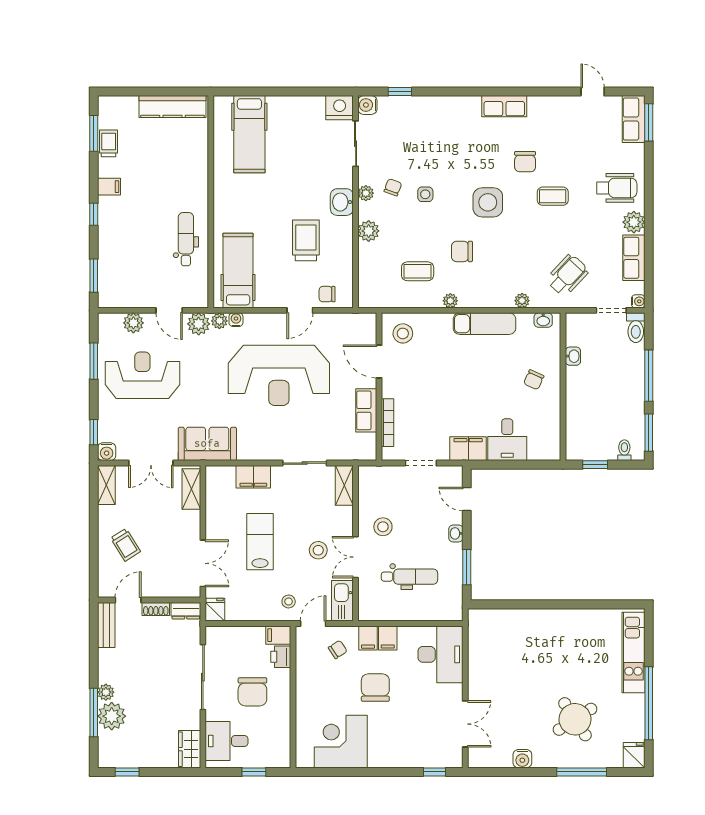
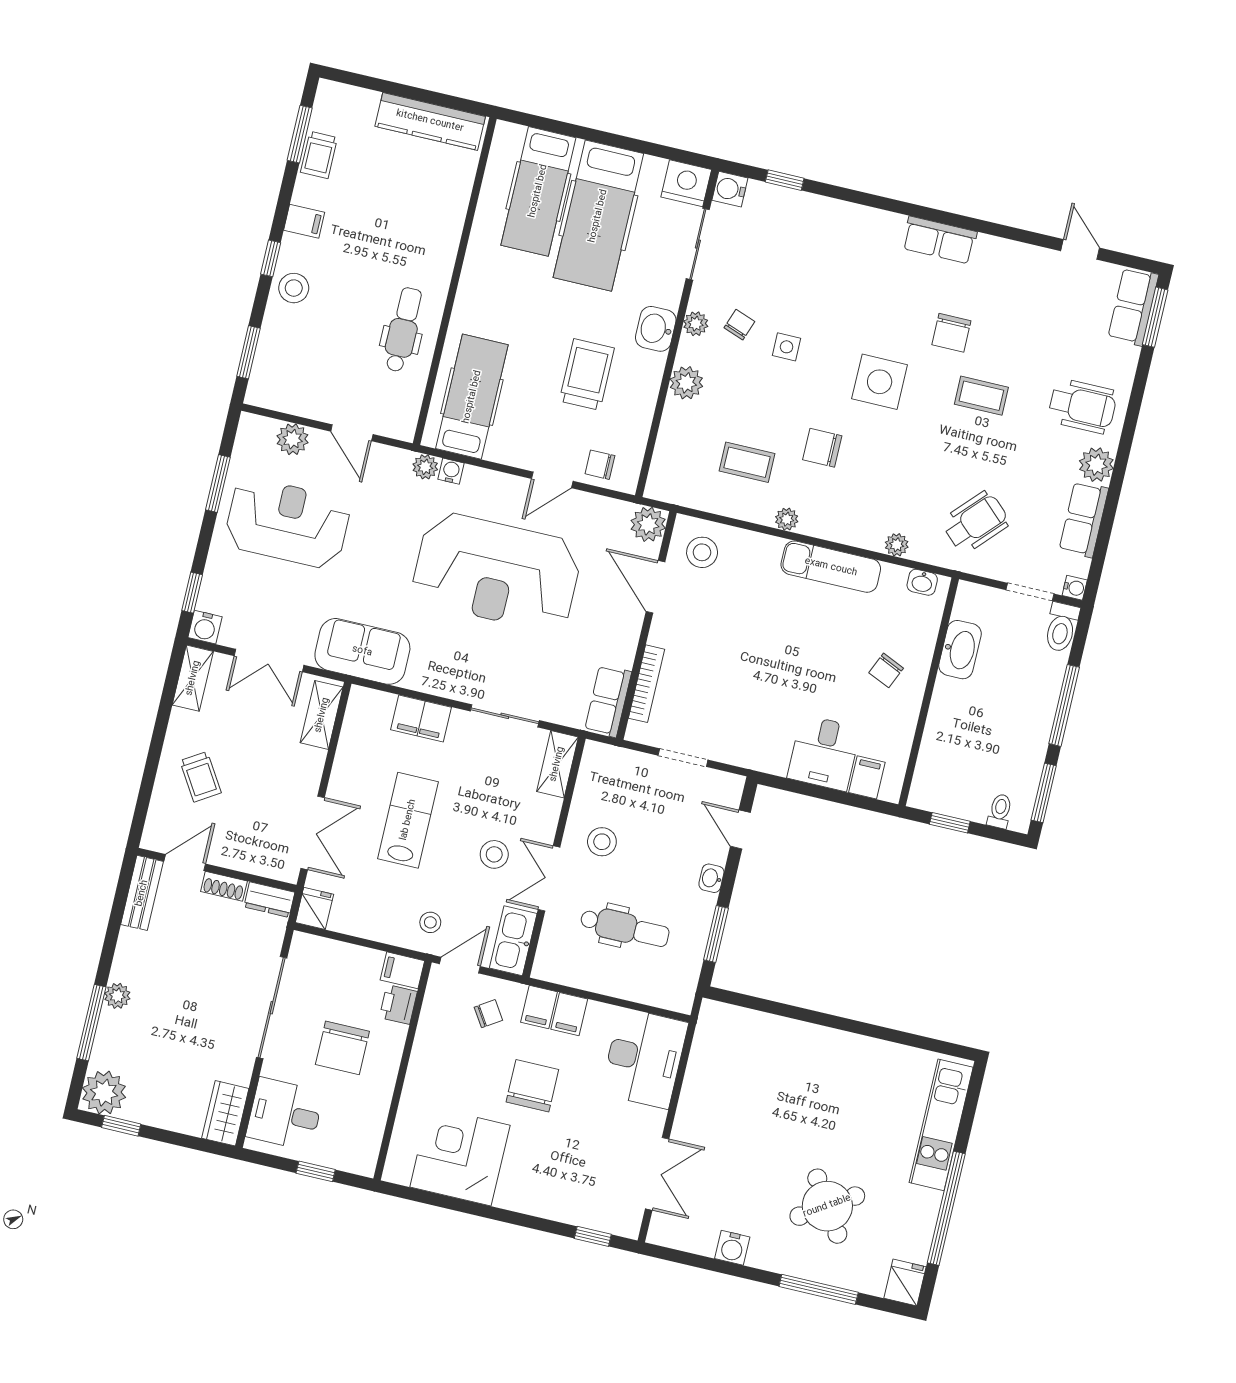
hospital bed: (290, 140) -> (598, 216), added
trolley: (109, 143) -> (319, 155), turned 180
stool: (112, 229) -> (294, 288), added
plant: (199, 324) -> (648, 524), moved
washbasin: (573, 356) -> (960, 650), width x1.91, depth x1.45
row of seats: (366, 410) -> (608, 701), moved
filing cabinet: (468, 449) -> (867, 777), moved, width x0.50
plant: (112, 716) -> (104, 1093), moved

